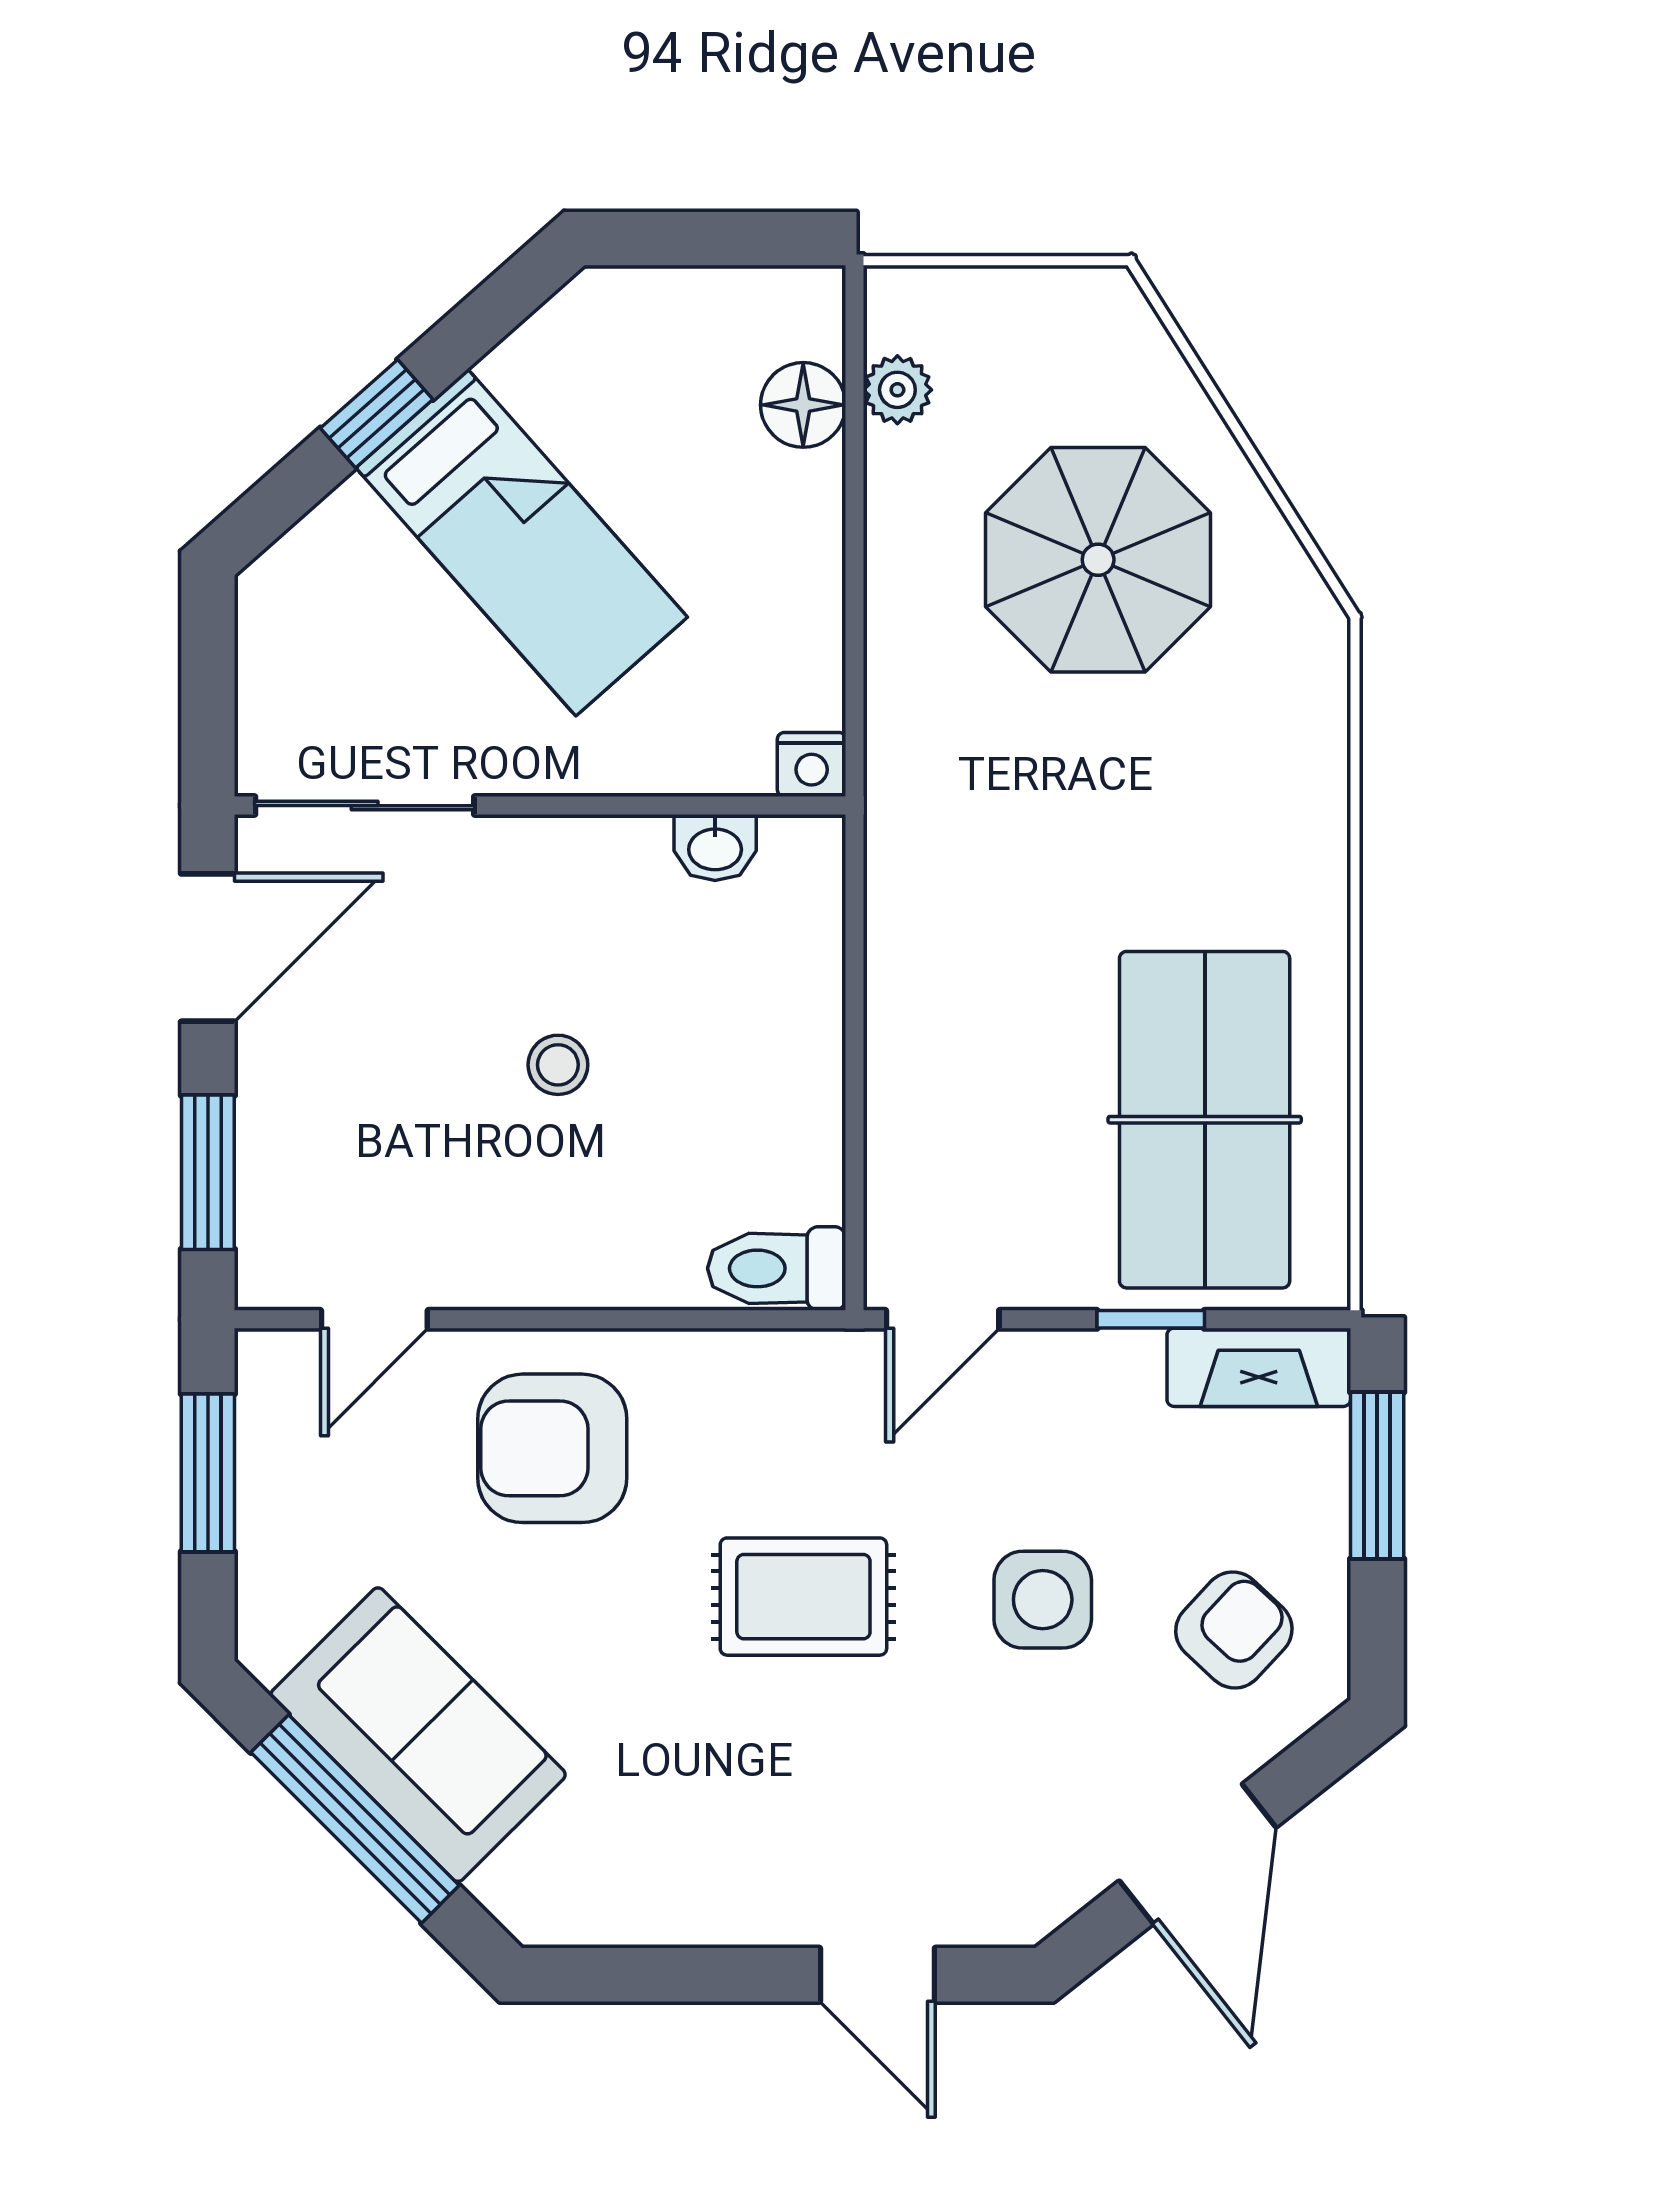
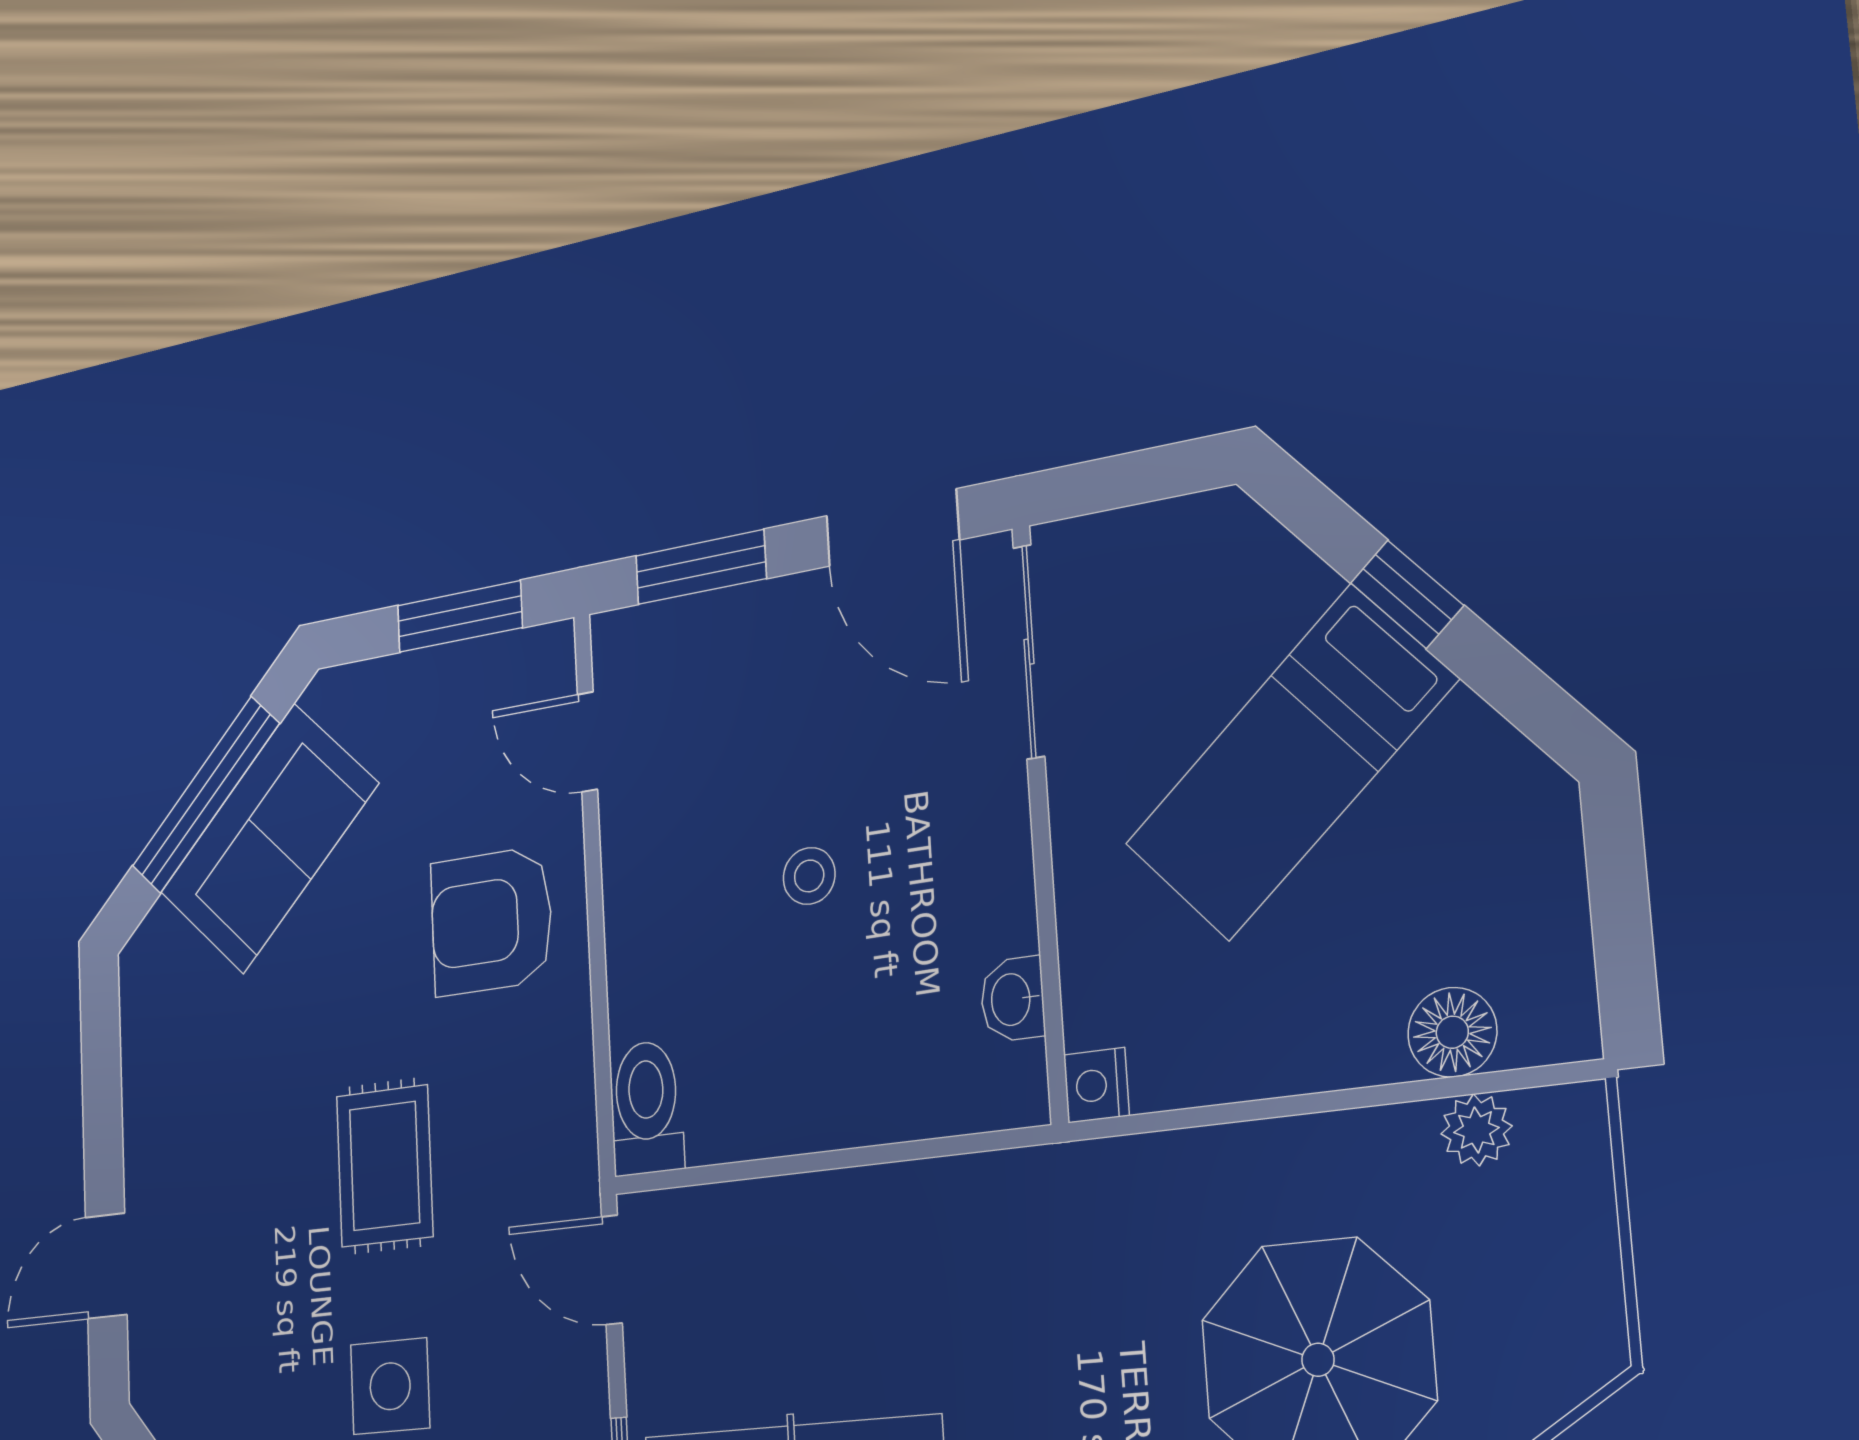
armchair: (552, 1448) -> (491, 921), turned -90

